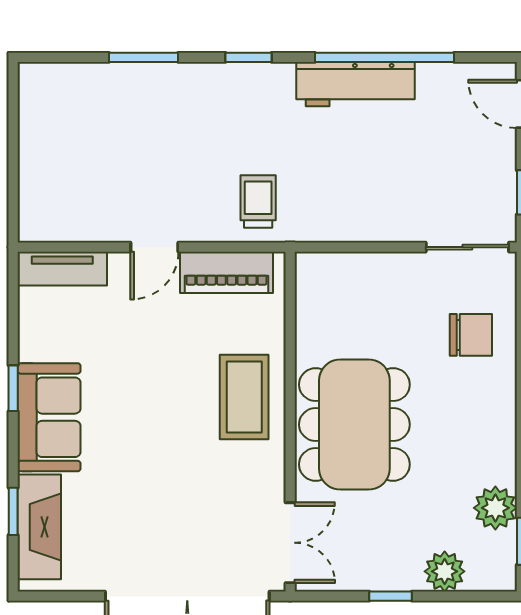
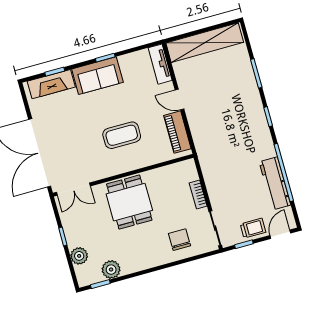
workbench: (356, 84) -> (275, 183), moved
shelving: (42, 154) -> (205, 43), added
trolley: (258, 201) -> (253, 228), moved
bookcase: (380, 264) -> (198, 194), added
chair: (471, 335) -> (180, 240), turned 180
coffee table: (244, 397) -> (122, 135), moved
dining table: (354, 425) -> (129, 202), width x0.73

